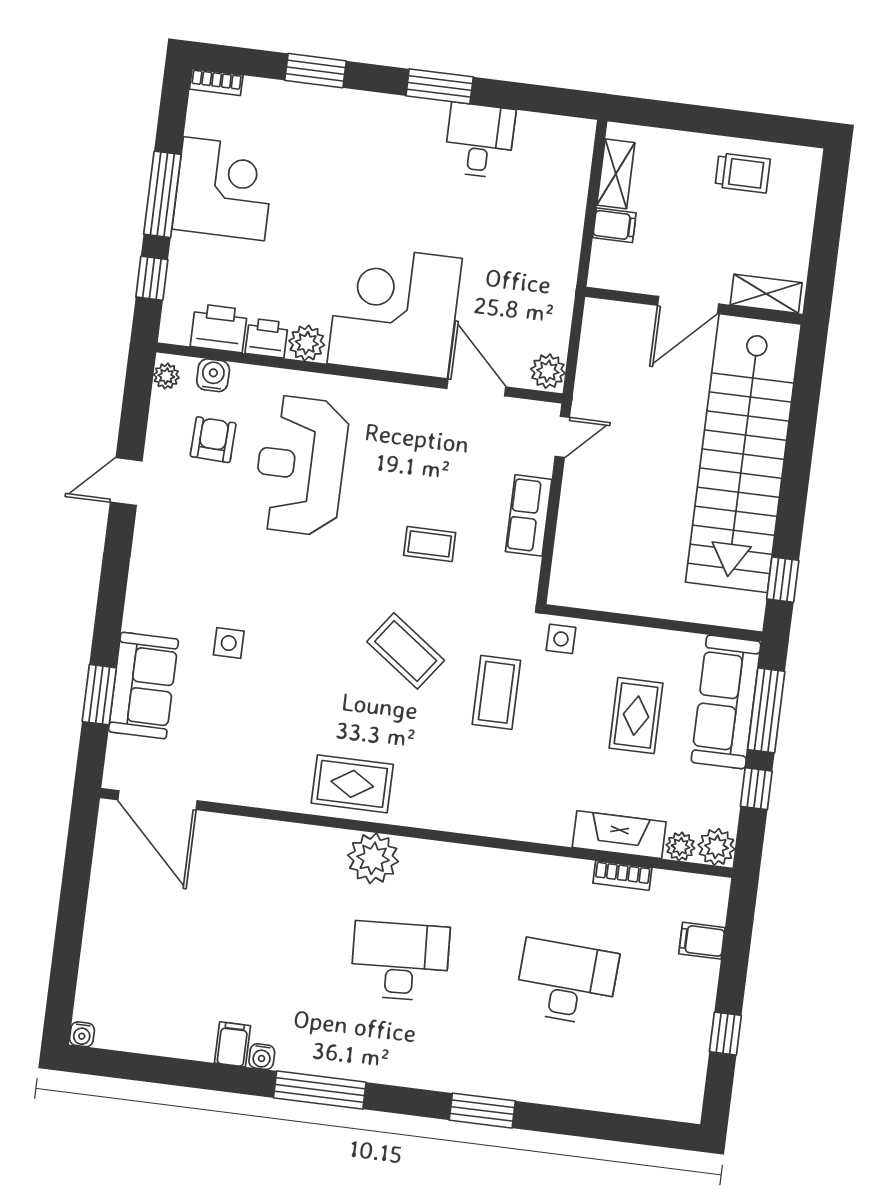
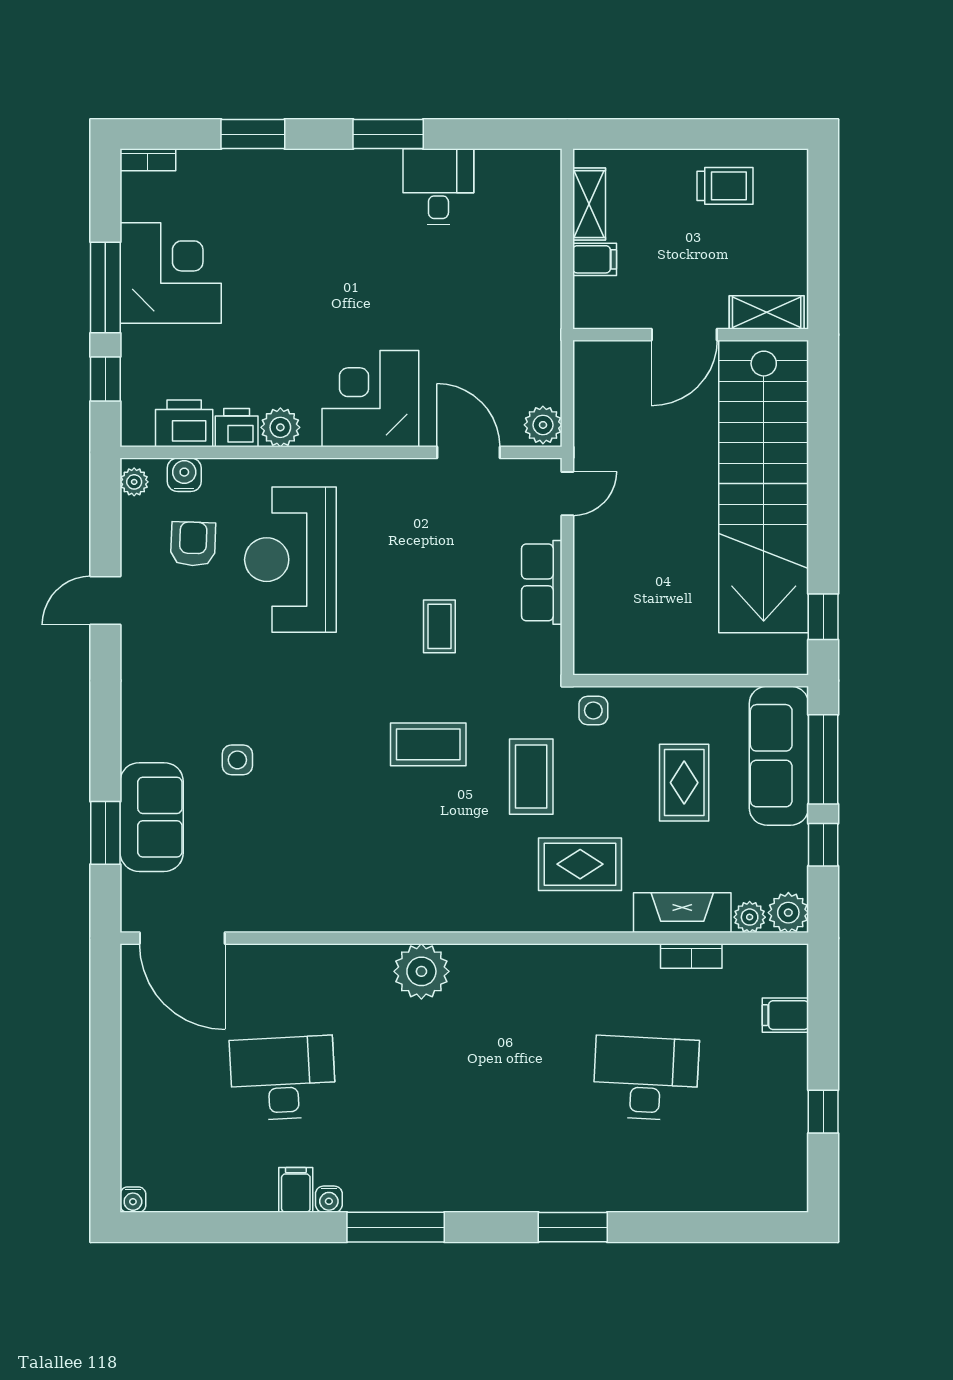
corner desk: (395, 311) -> (370, 399), width x0.74, depth x0.74
coffee table: (430, 544) -> (439, 626), turned 90
coffee table: (406, 651) -> (428, 744), turned -36
rug: (352, 784) -> (580, 864), moved
desk: (400, 961) -> (283, 1078), moved

